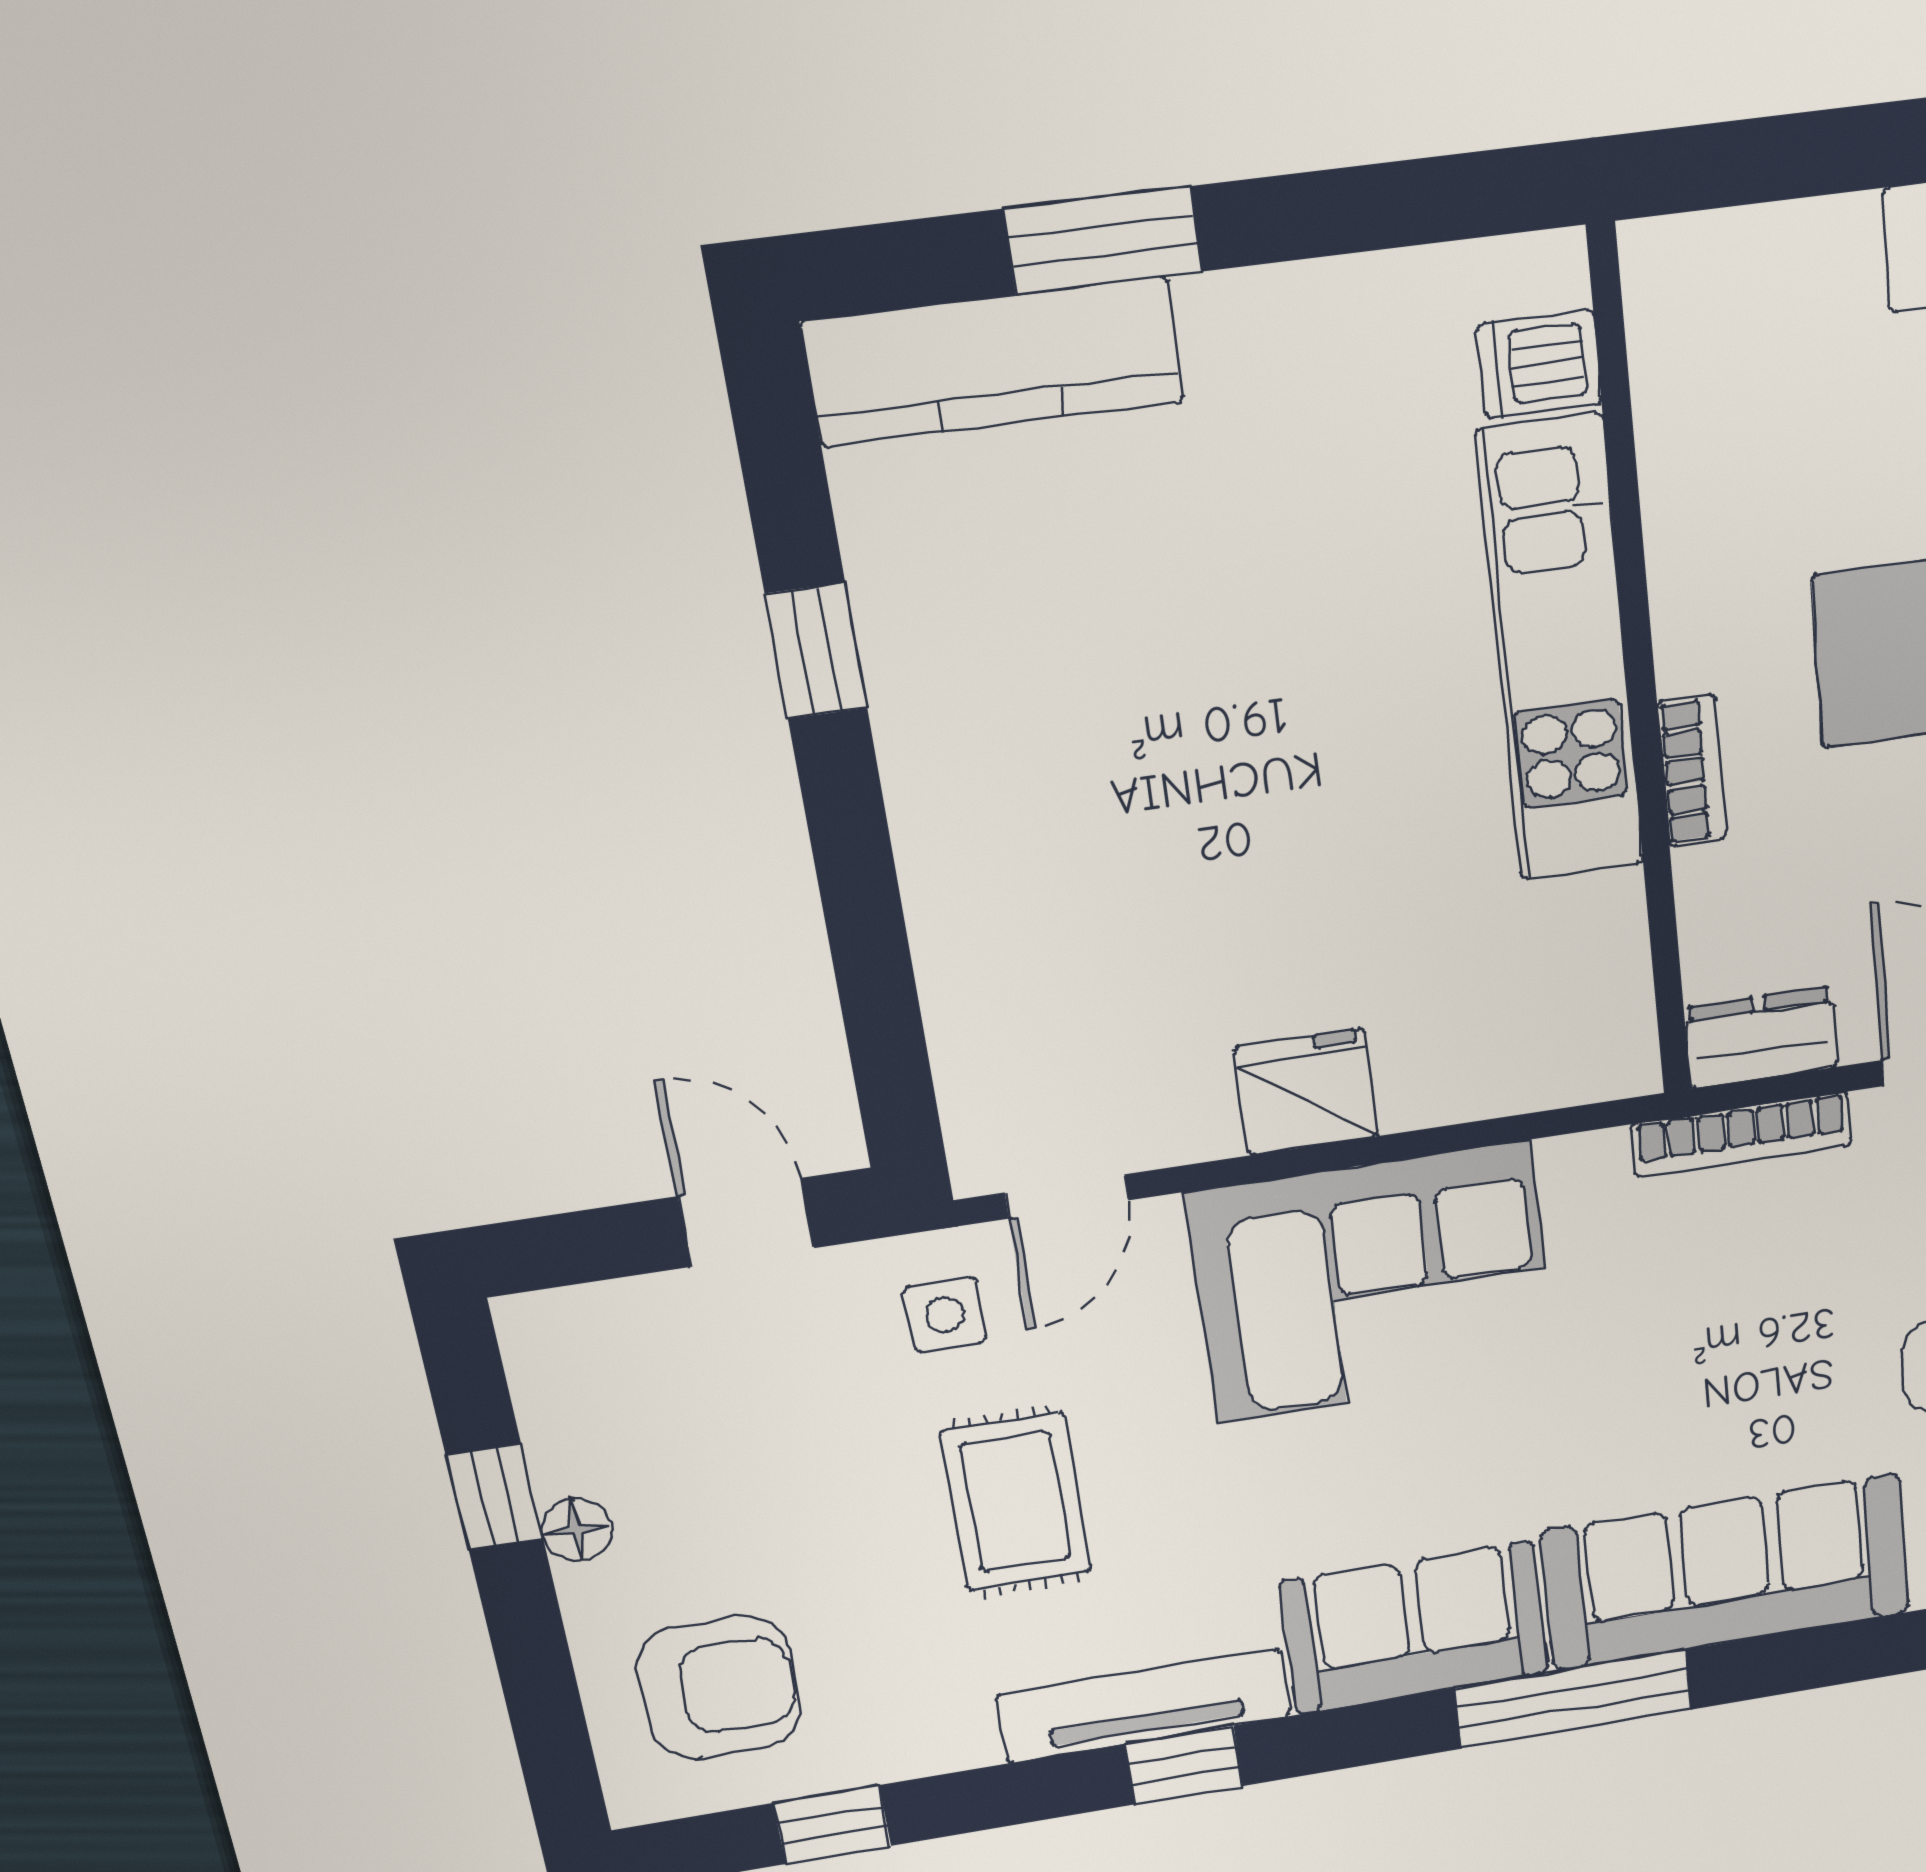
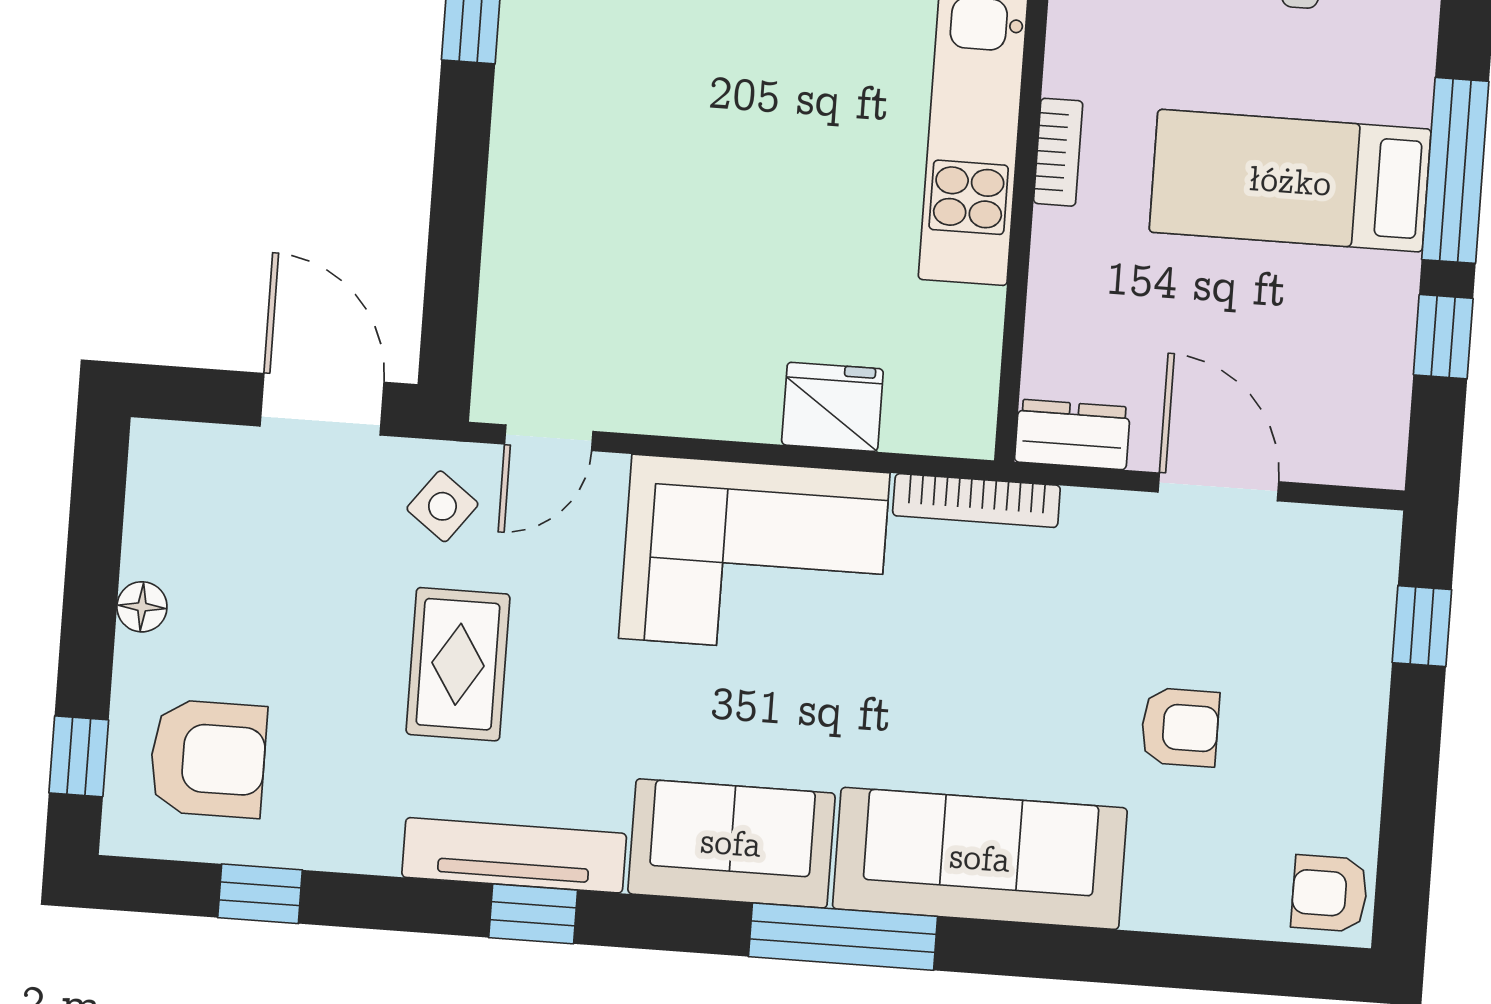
bookcase: (1692, 771) -> (1058, 152), moved
fridge: (1307, 1092) -> (832, 407), moved
bookcase: (1742, 1135) -> (976, 501), moved
door: (746, 1222) -> (322, 404), width x1.38
side table: (945, 1315) -> (442, 506), turned 37
window: (495, 1497) -> (79, 756), moved

